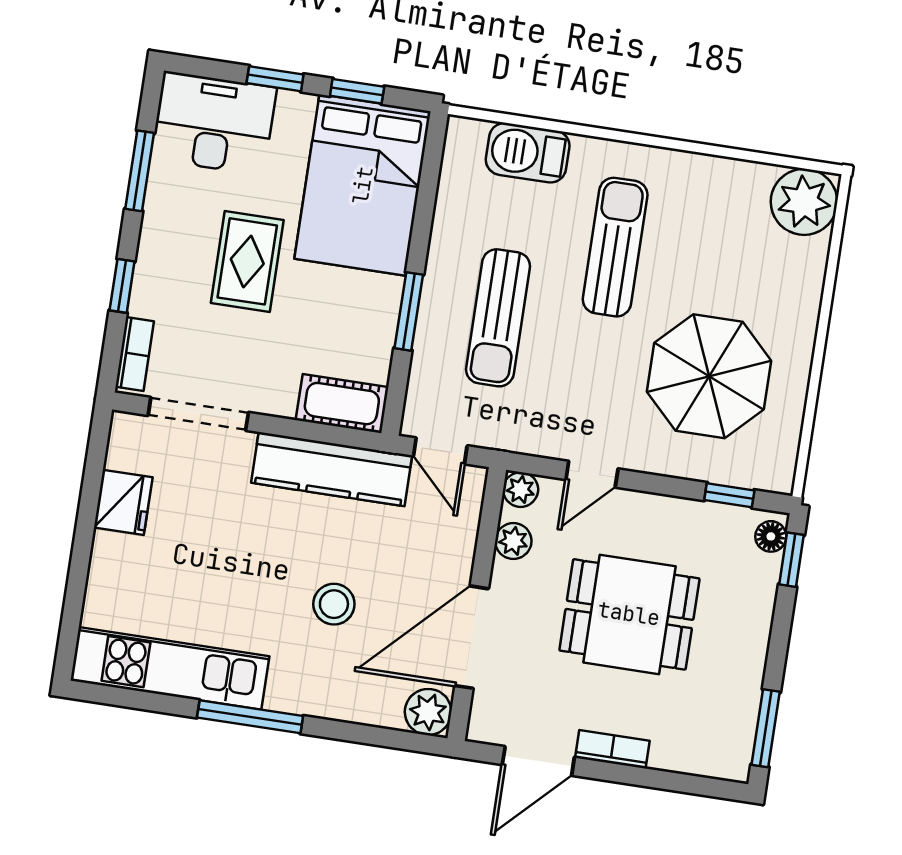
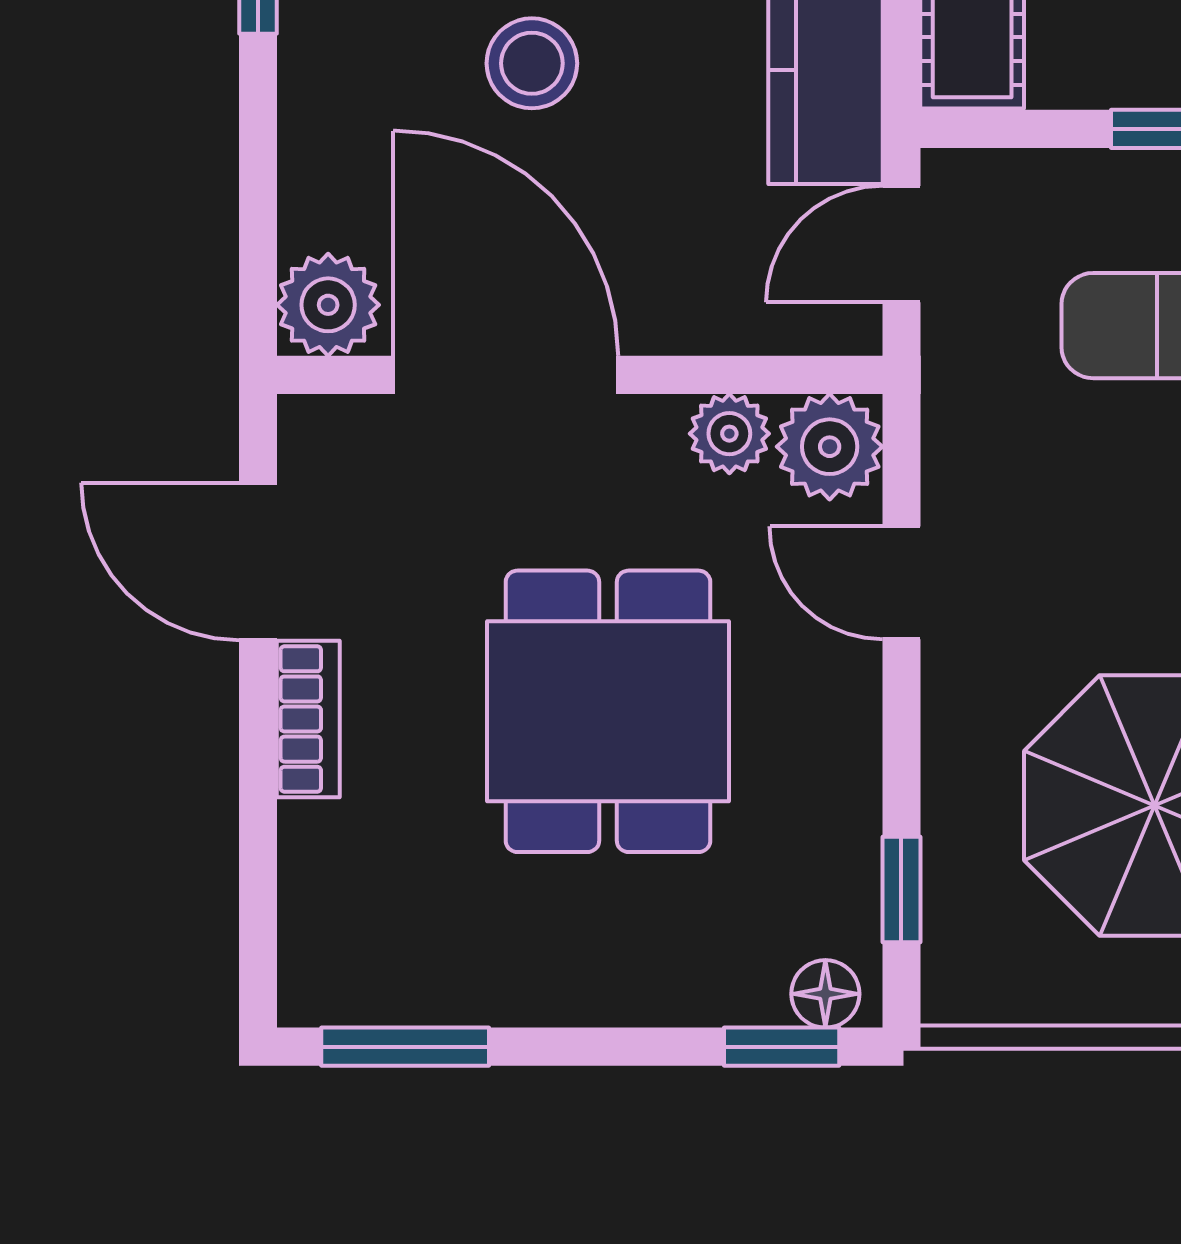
plant: (521, 490) -> (830, 447), width x1.38, depth x1.38

